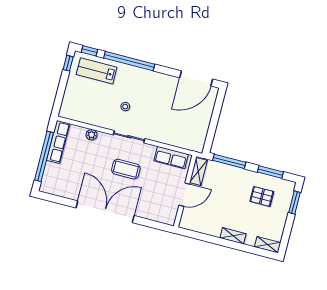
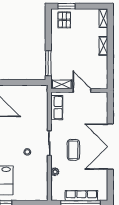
row of seats: (58, 142) -> (81, 196), moved
coffee table: (126, 169) -> (73, 150), moved
window: (270, 172) -> (48, 30), removed
pallet: (262, 196) -> (64, 20), moved

